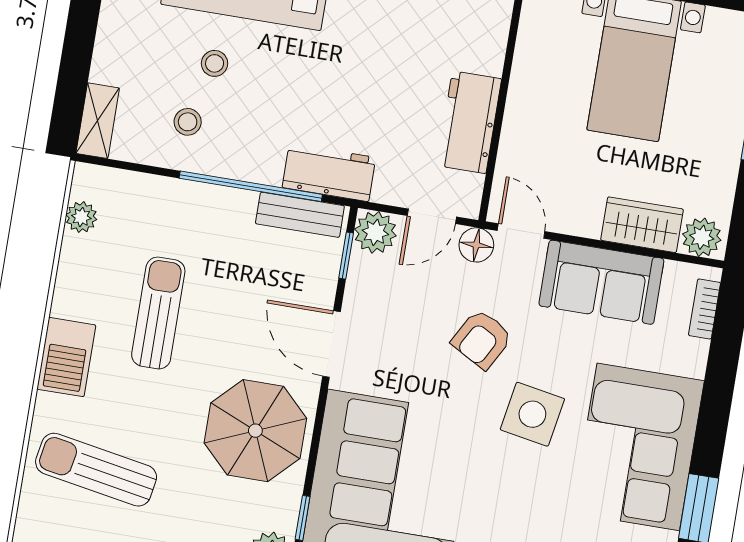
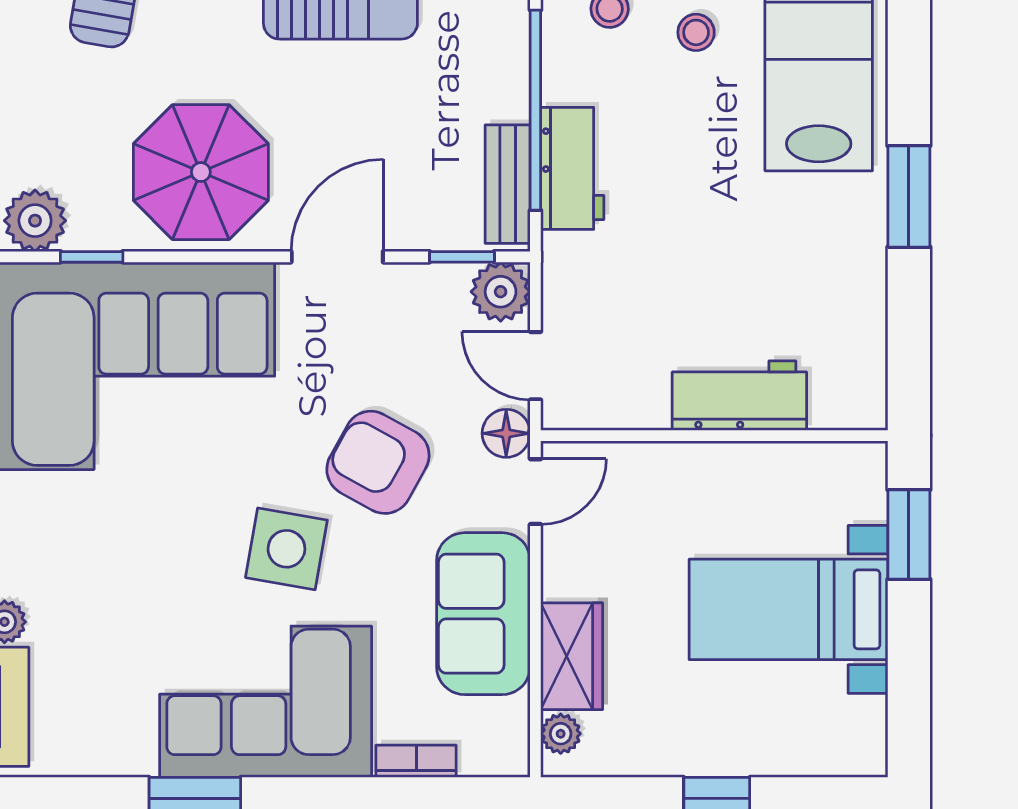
workbench: (469, 122) -> (739, 396), moved
workbench: (329, 172) -> (572, 168), moved
plant: (702, 237) -> (561, 734), width x0.73, depth x0.73
bookcase: (705, 309) -> (416, 761), moved
armchair: (482, 339) -> (378, 462), width x1.38, depth x1.38

